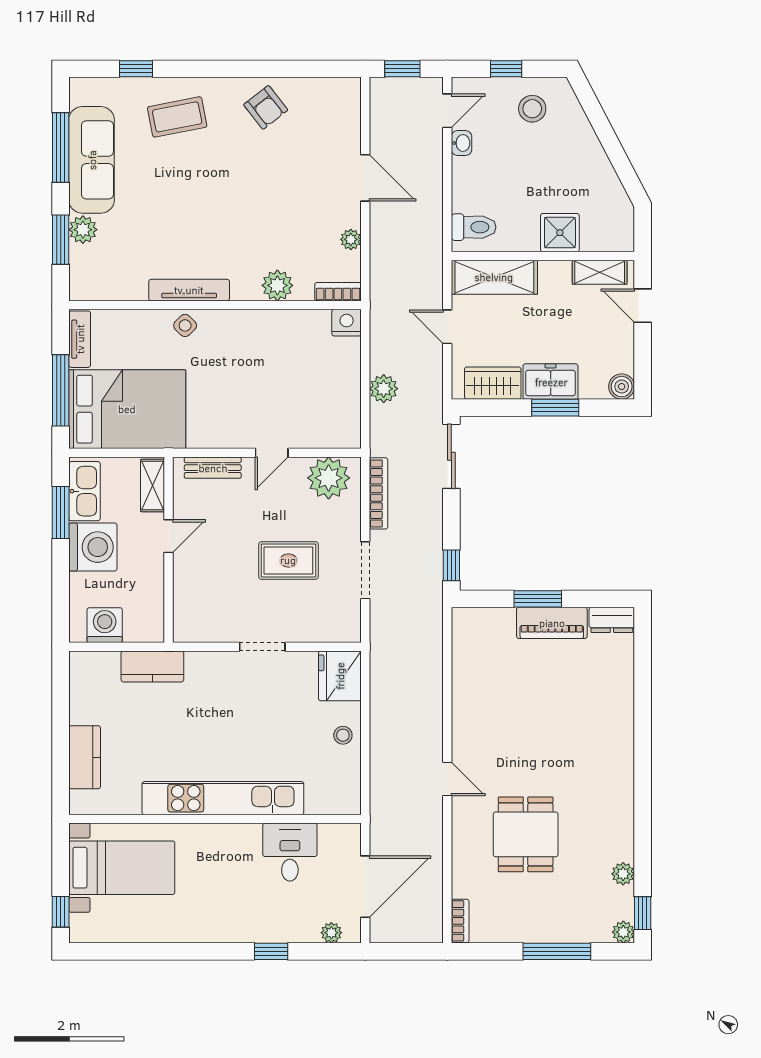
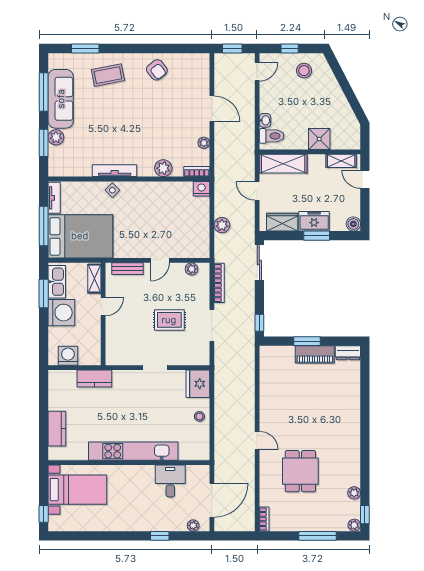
window: (136, 69) -> (85, 48), width x1.50
washbasin: (462, 143) -> (265, 120), moved
plant: (329, 478) -> (192, 269), width x0.53, depth x0.53

